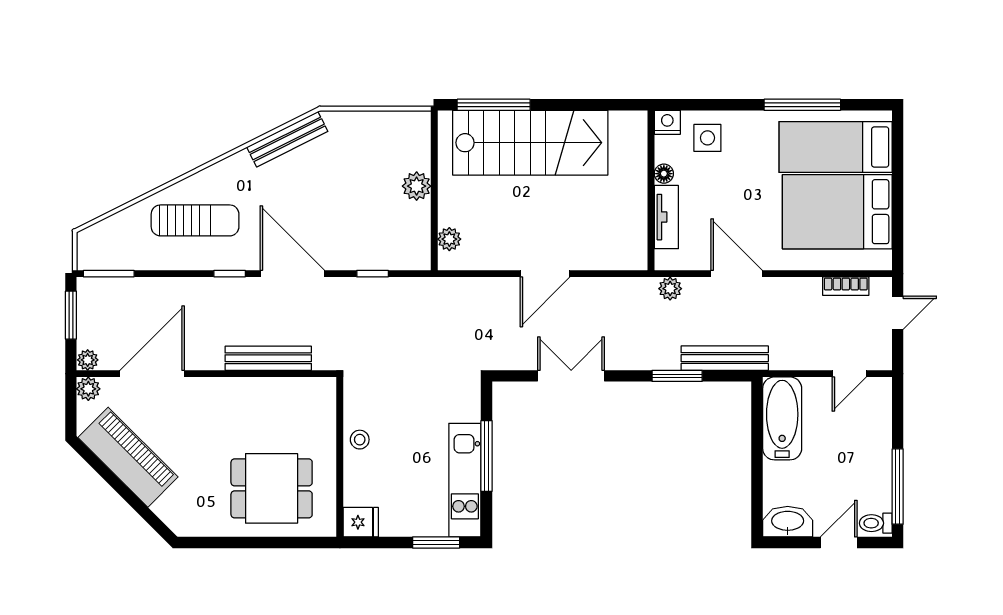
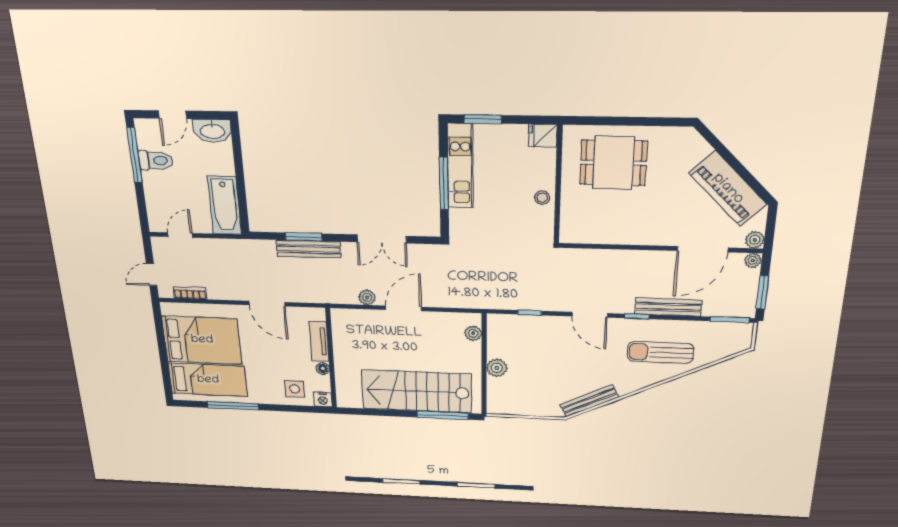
door: (292, 274) -> (590, 315), width x0.73
plant: (670, 289) -> (367, 297), moved
bench: (268, 358) -> (668, 307), moved
bench: (725, 358) -> (309, 249), moved
toilet: (876, 523) -> (156, 160), moved, width x1.37, depth x1.39

